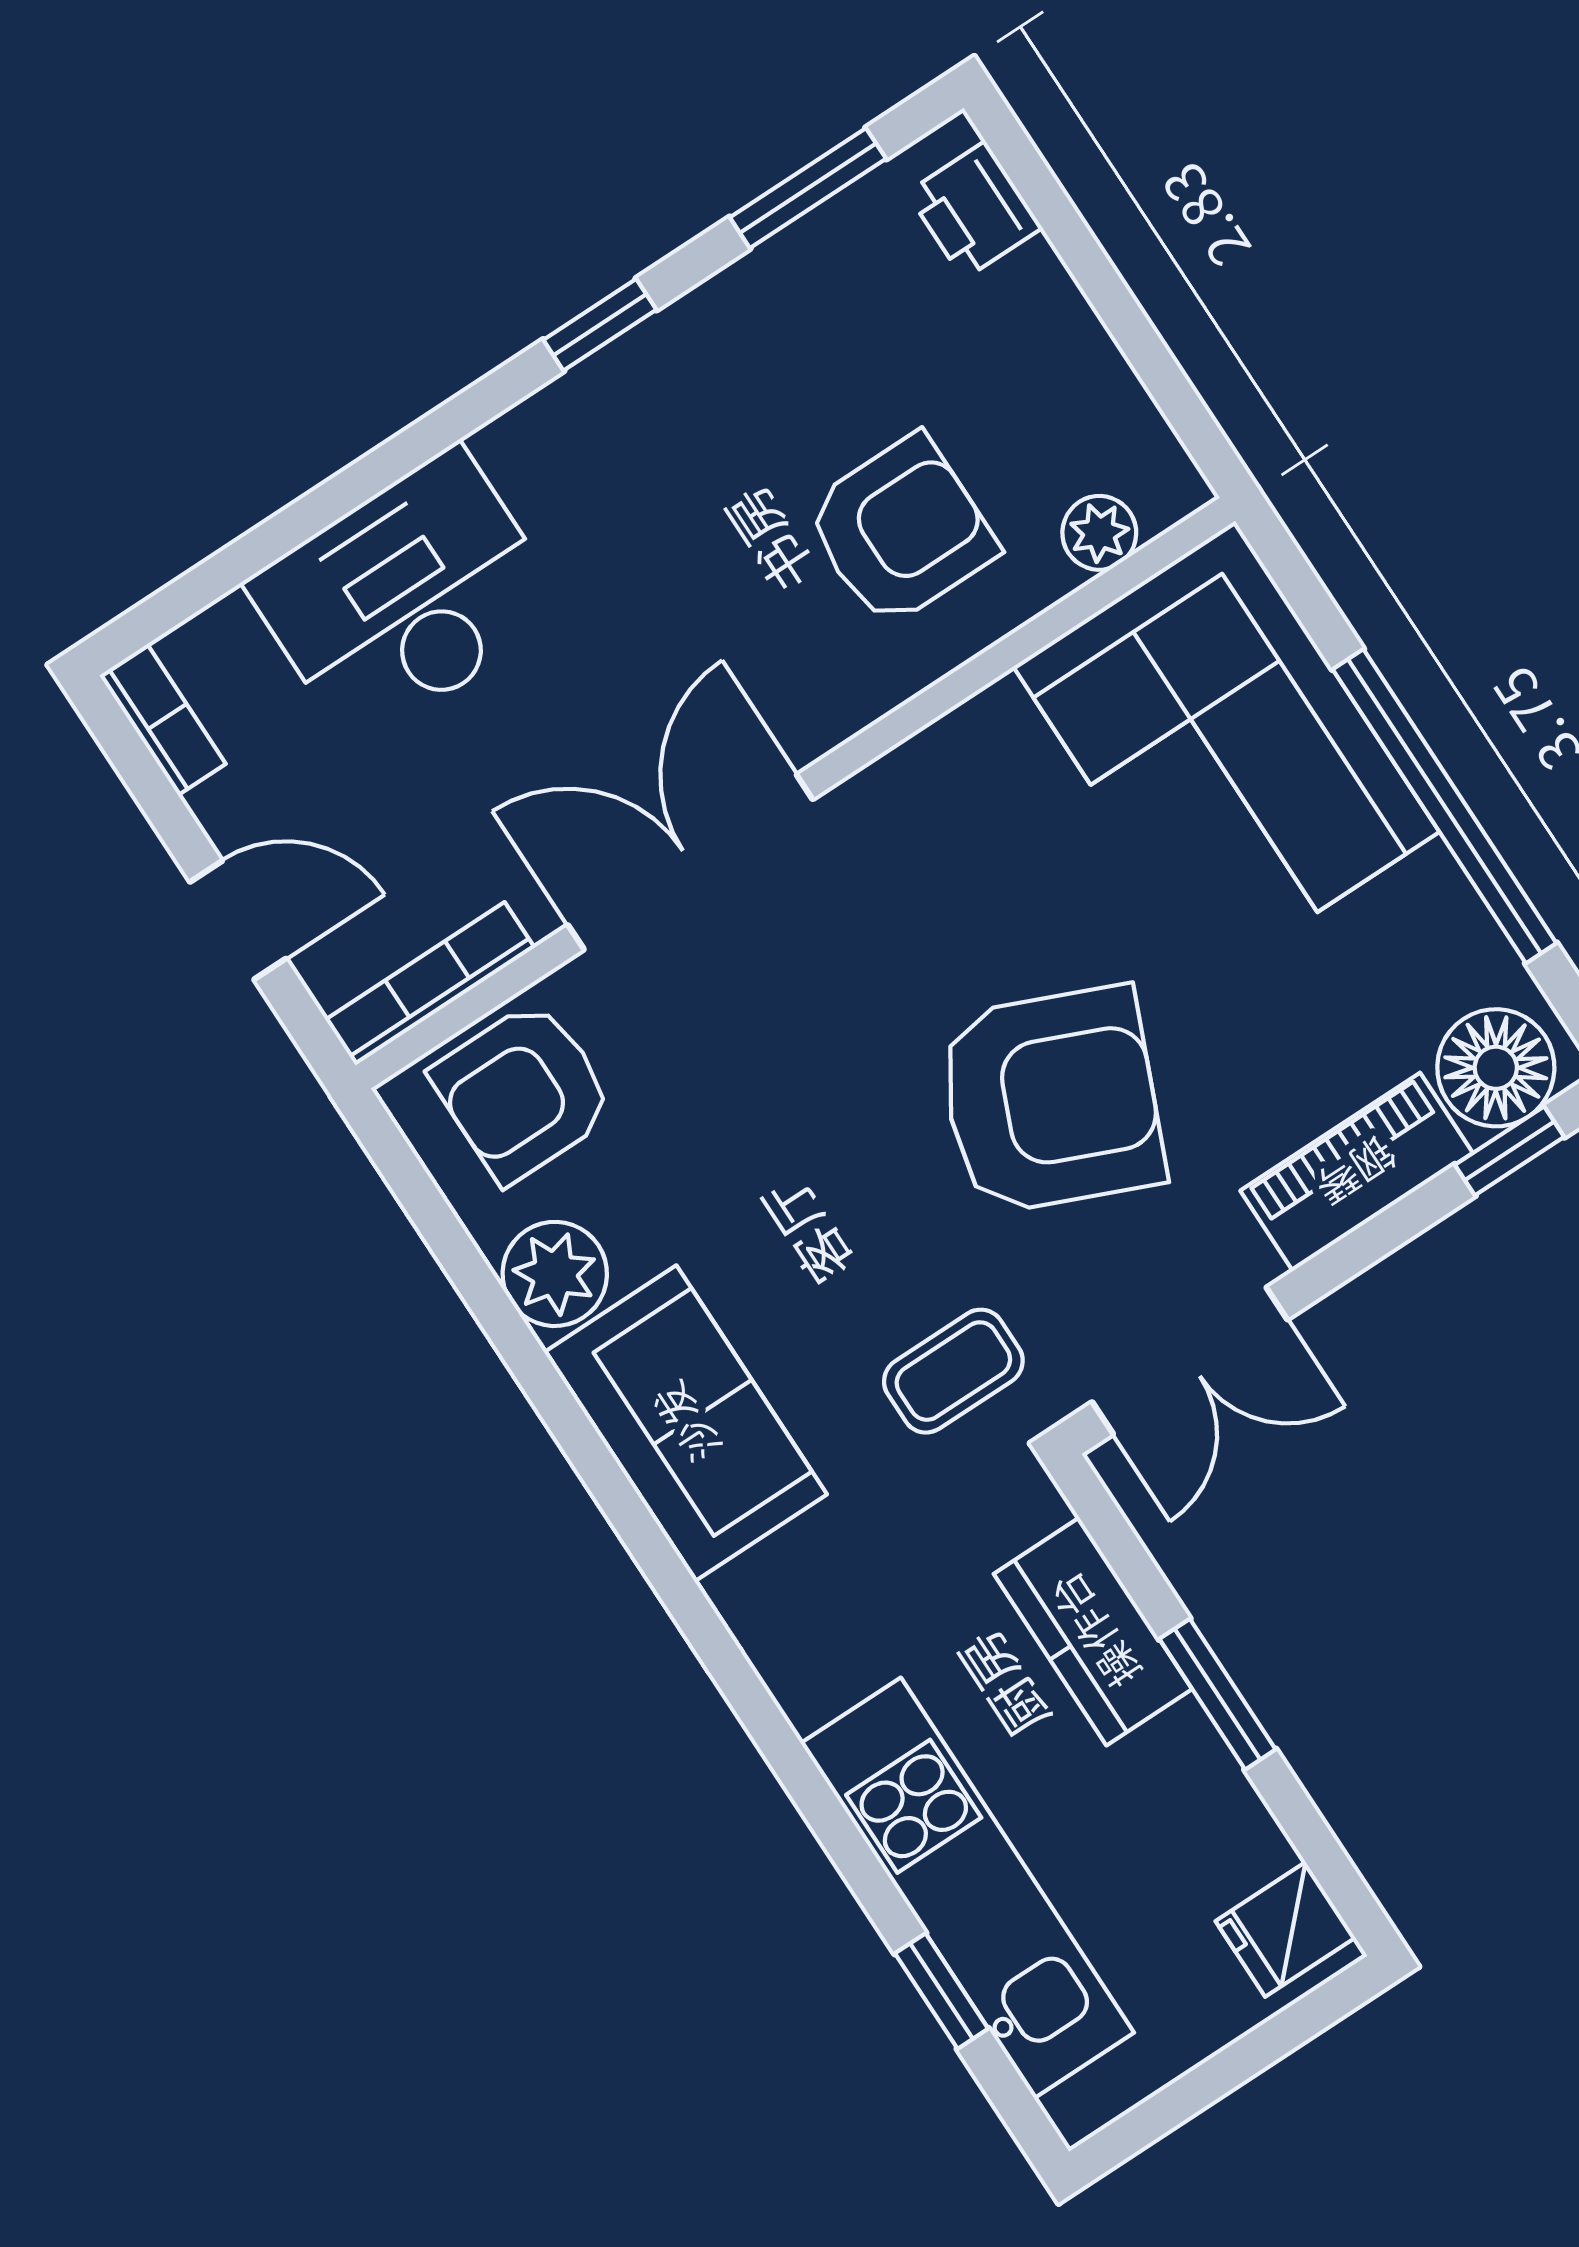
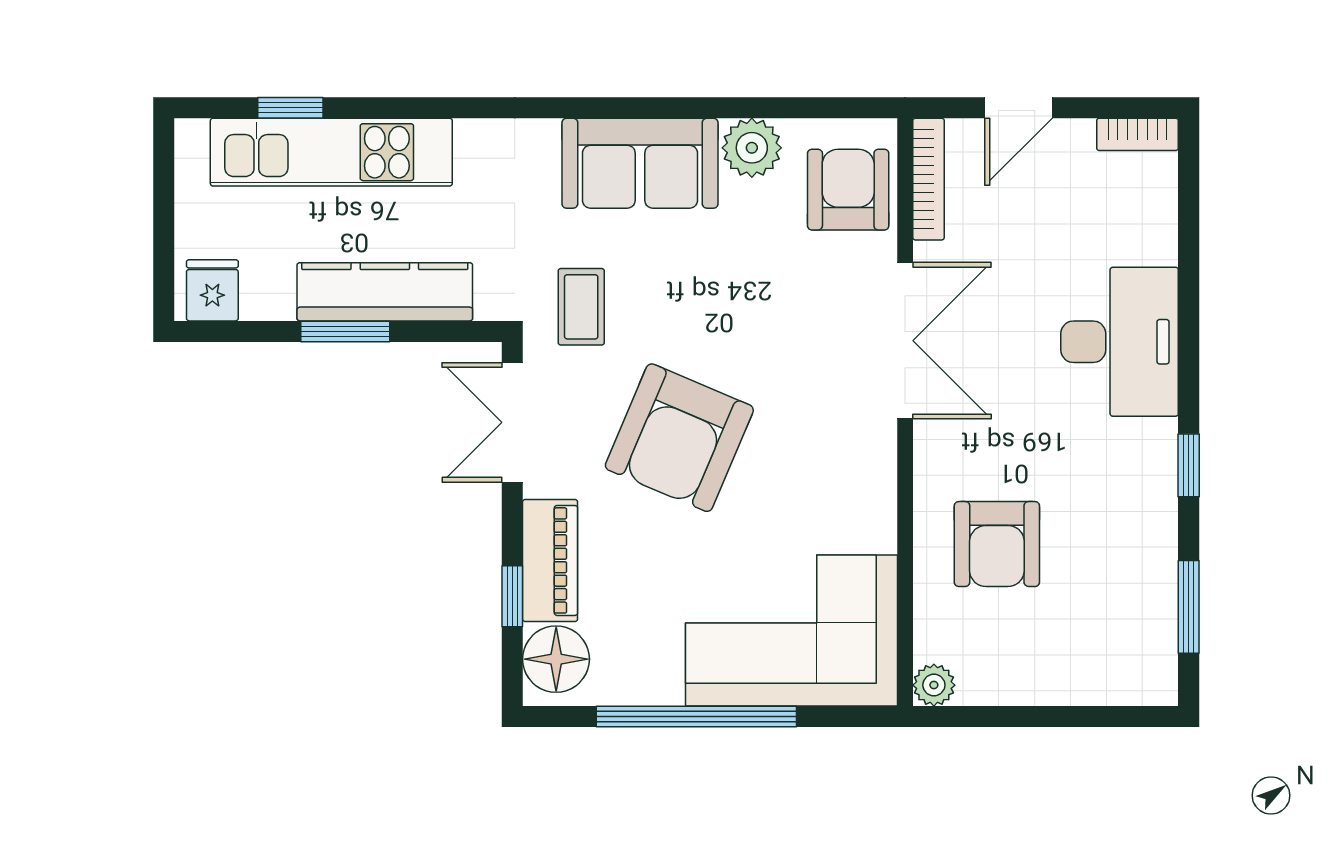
printer: (974, 210) -> (1126, 679), removed
plant: (1099, 533) -> (934, 685), moved
desk: (406, 597) -> (1120, 342), moved
window: (1510, 1151) -> (512, 596), moved
kitchen counter: (1093, 1631) -> (385, 292), width x1.50

